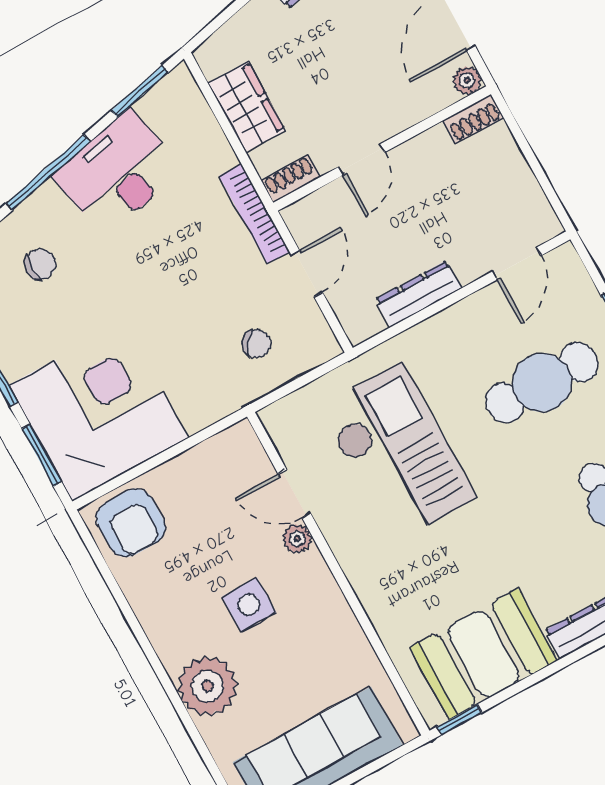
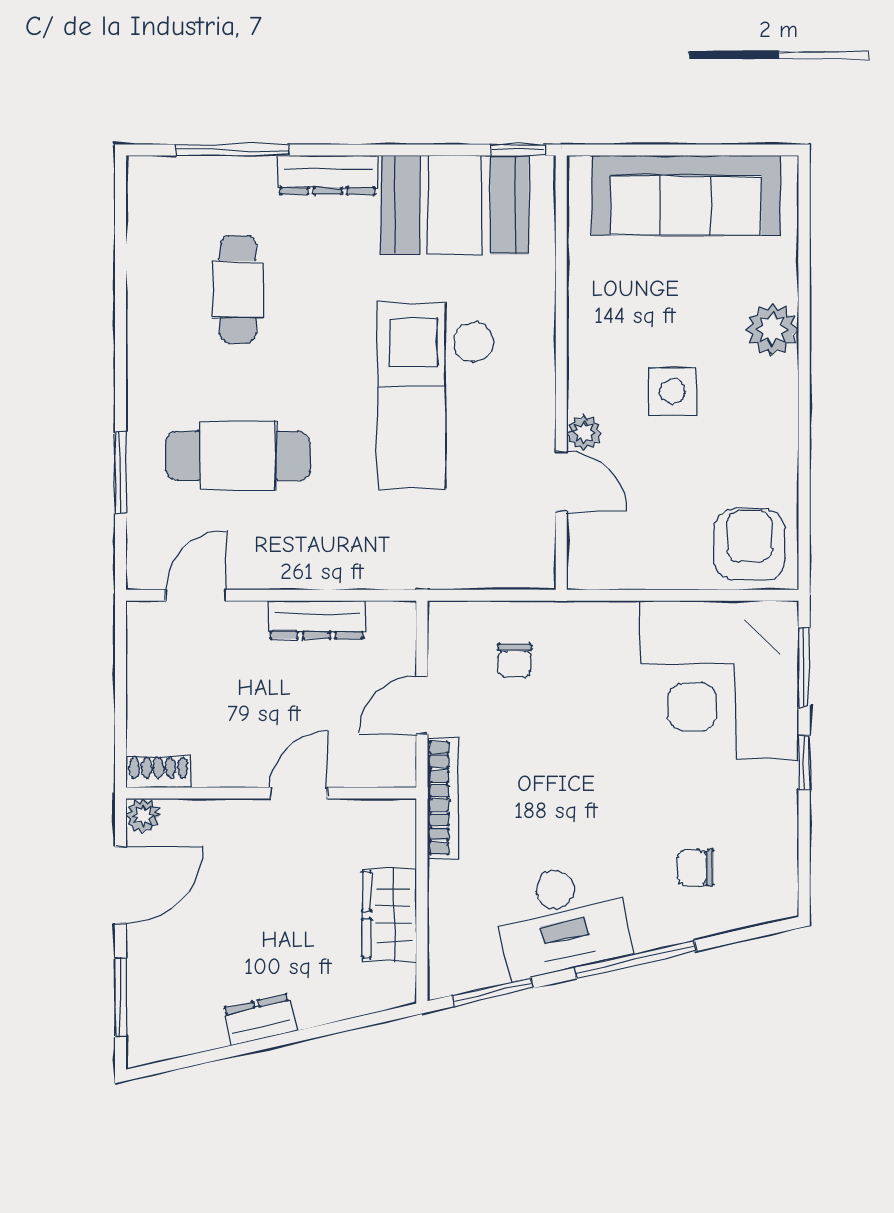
shoe rack: (290, 179) -> (385, 814), removed
chair: (257, 344) -> (515, 661), turned -126
checkout: (397, 453) -> (436, 396), moved
plant: (208, 686) -> (772, 330), width x0.73, depth x0.73

